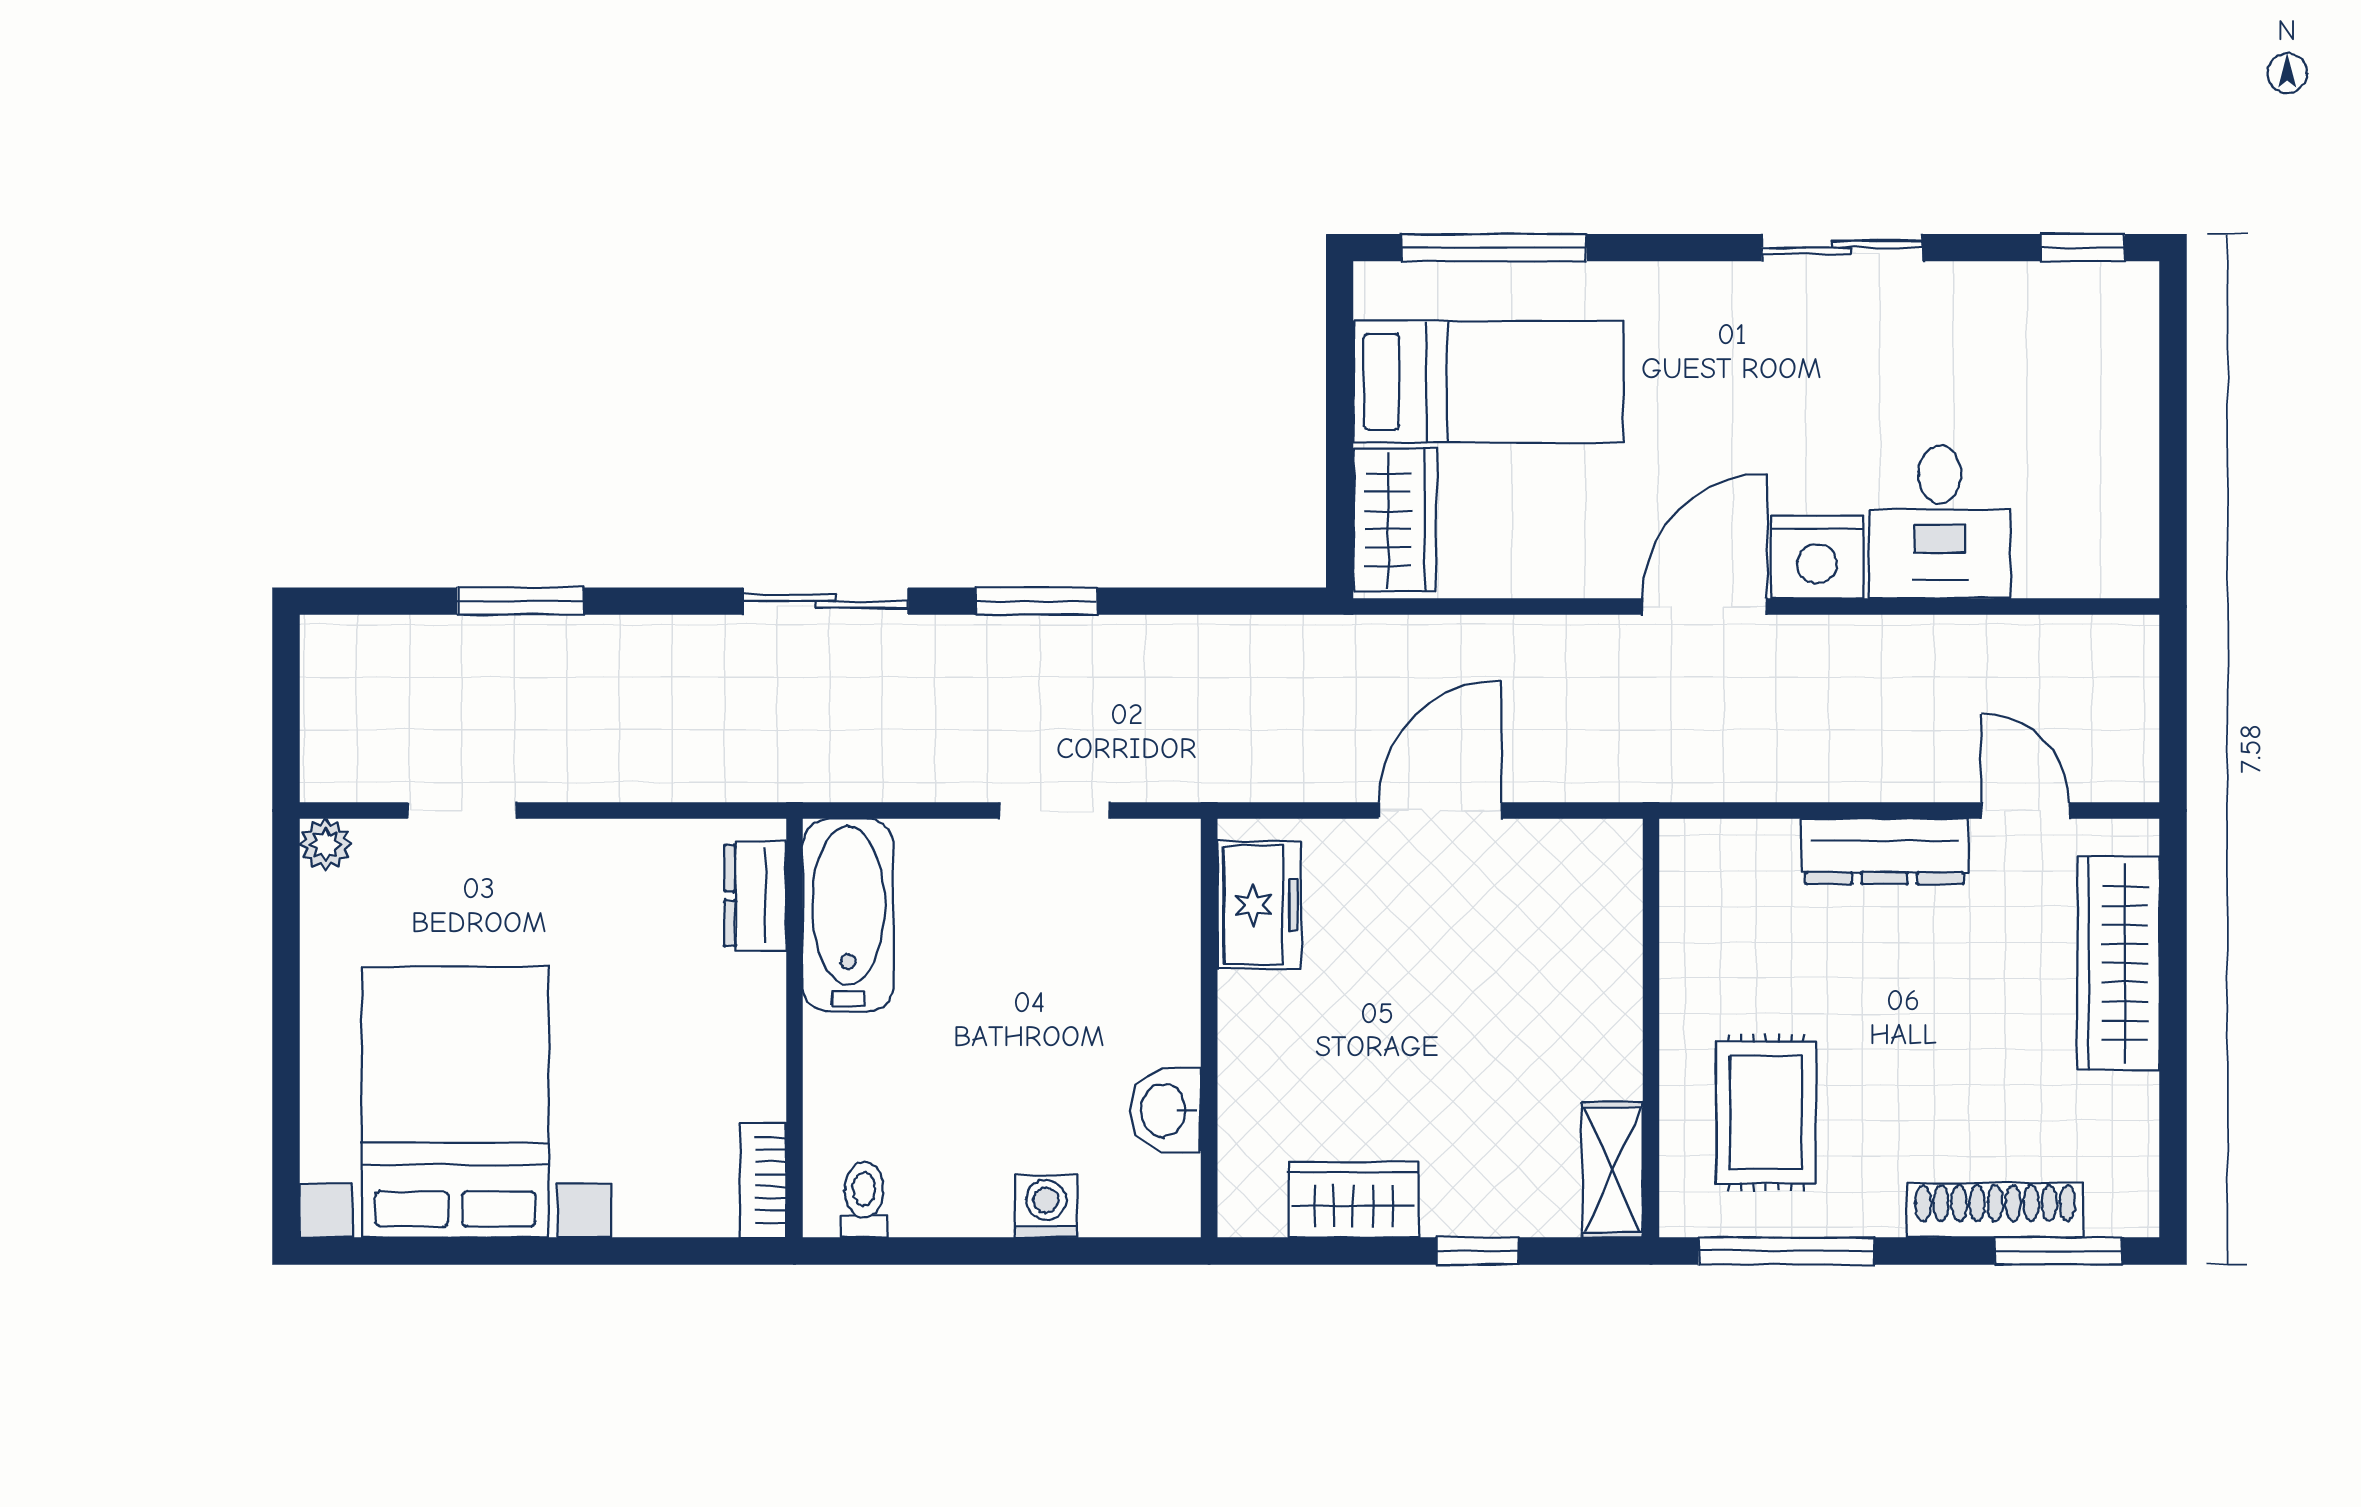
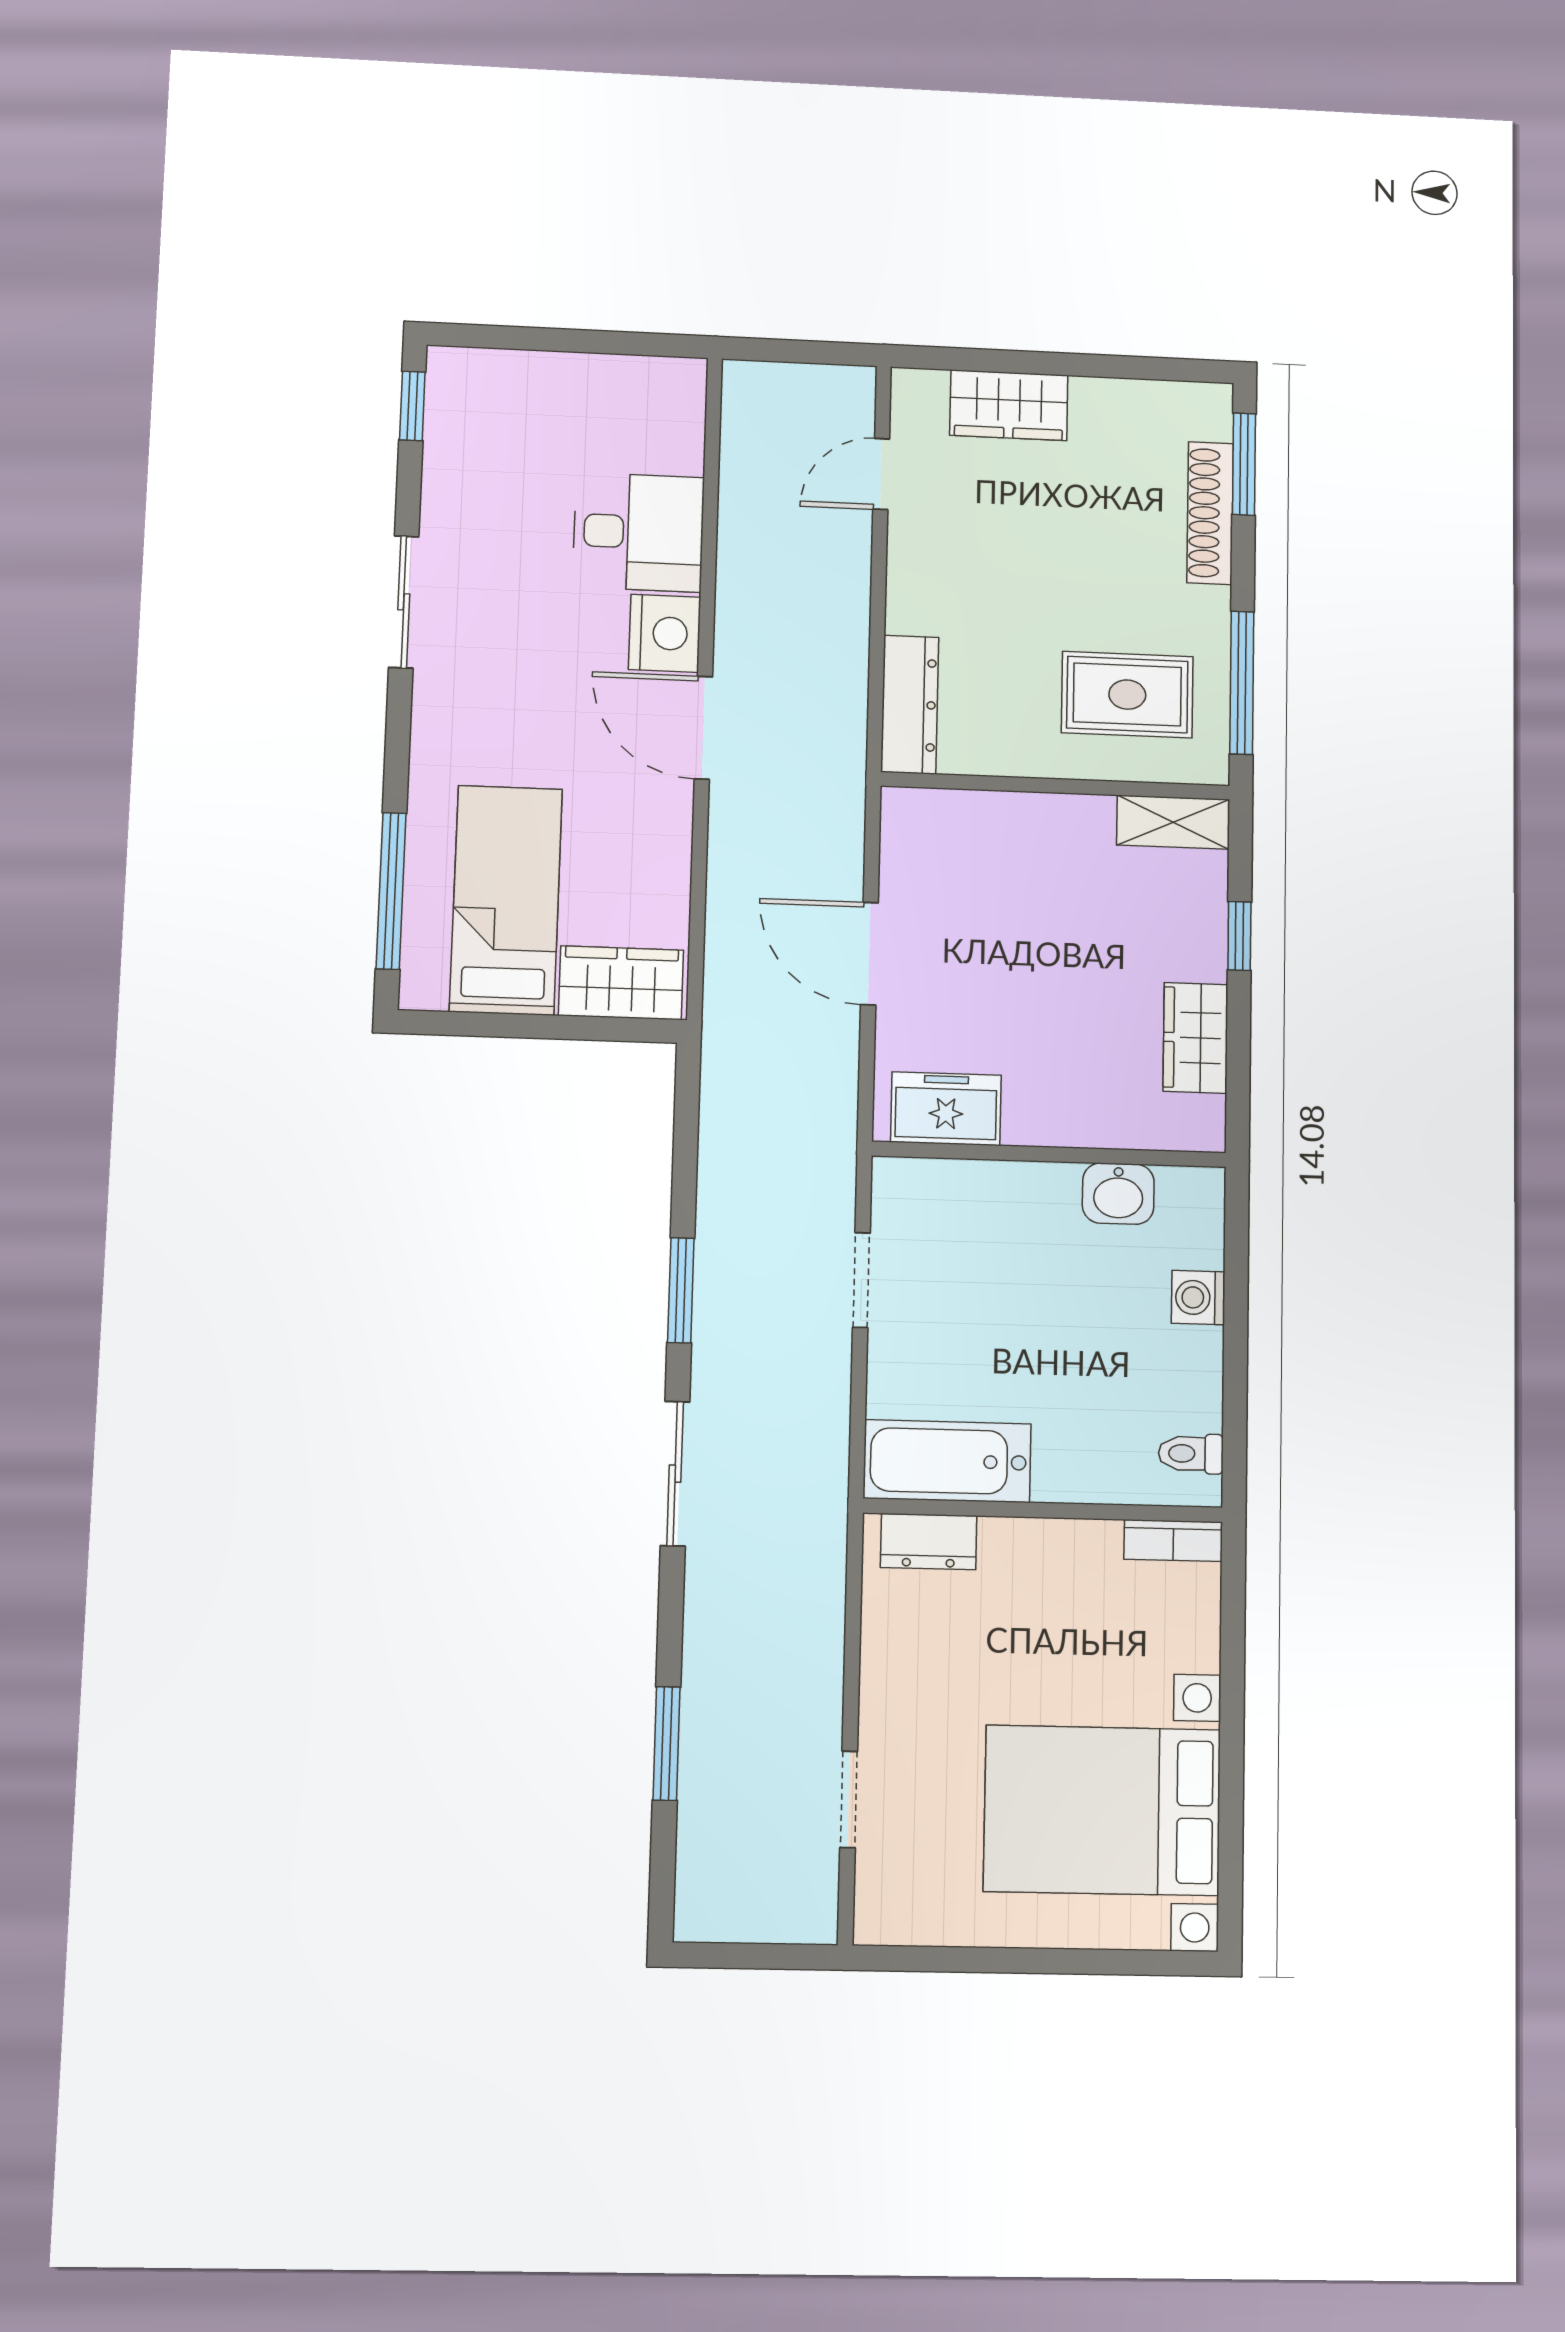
plant: (325, 844) -> (875, 1923), removed
dresser: (1885, 851) -> (910, 705), moved
wardrobe: (2118, 963) -> (1009, 405), width x0.67

